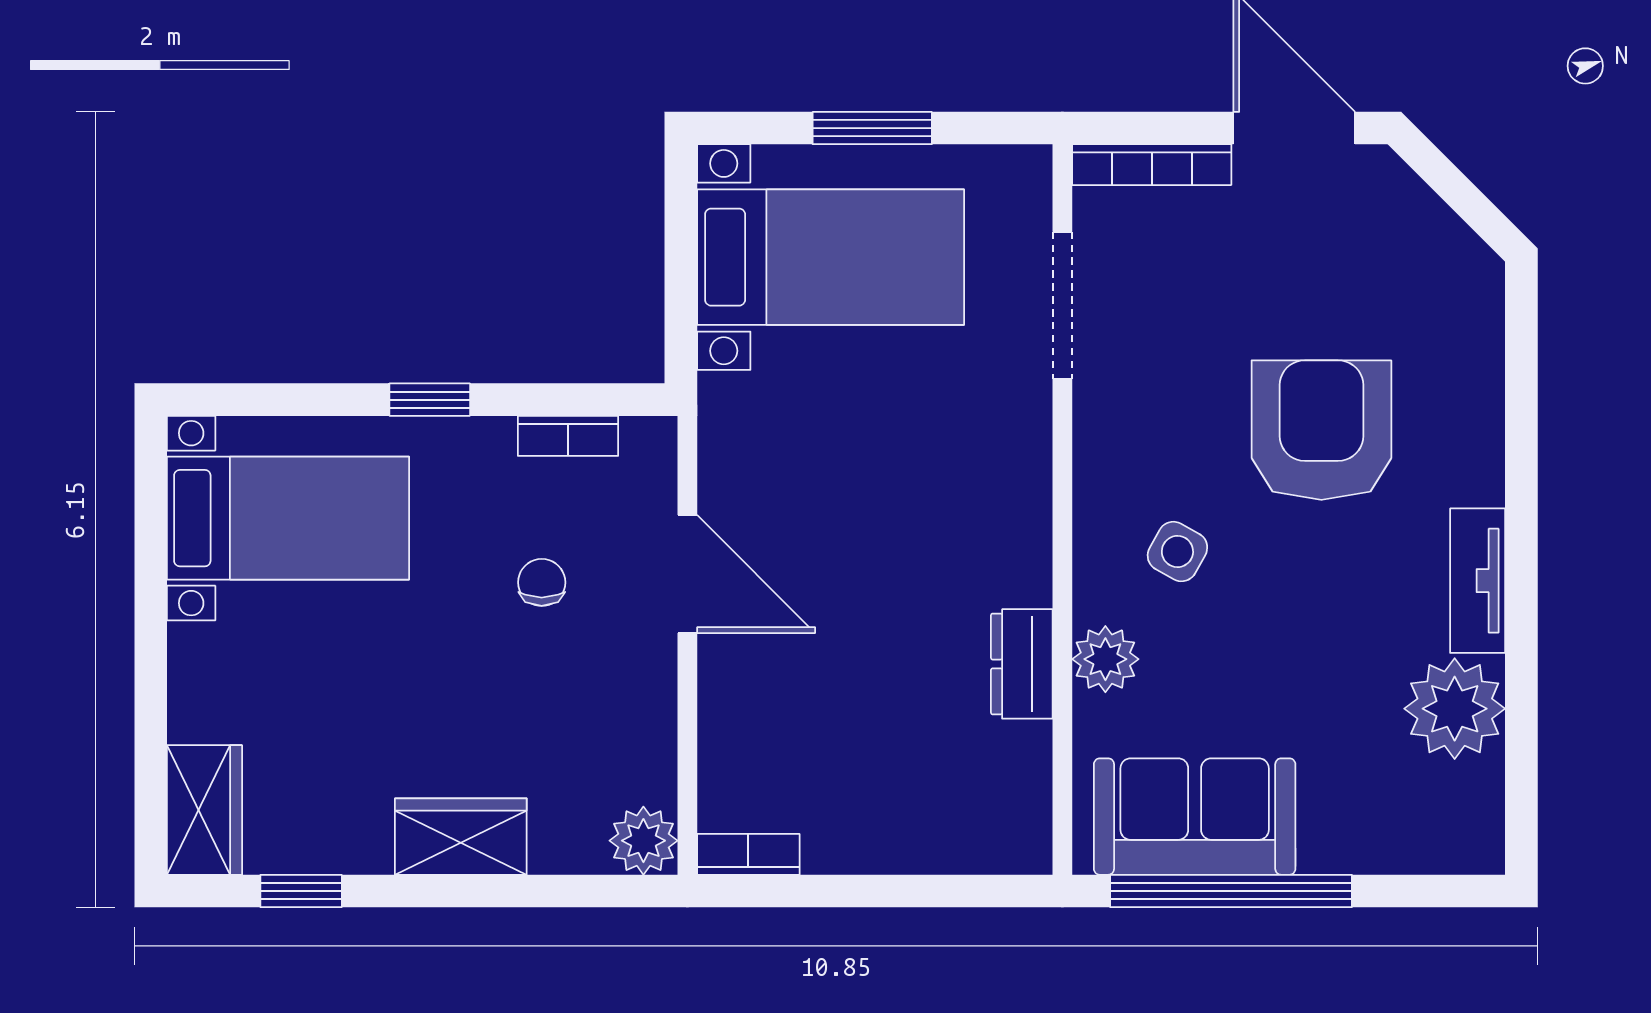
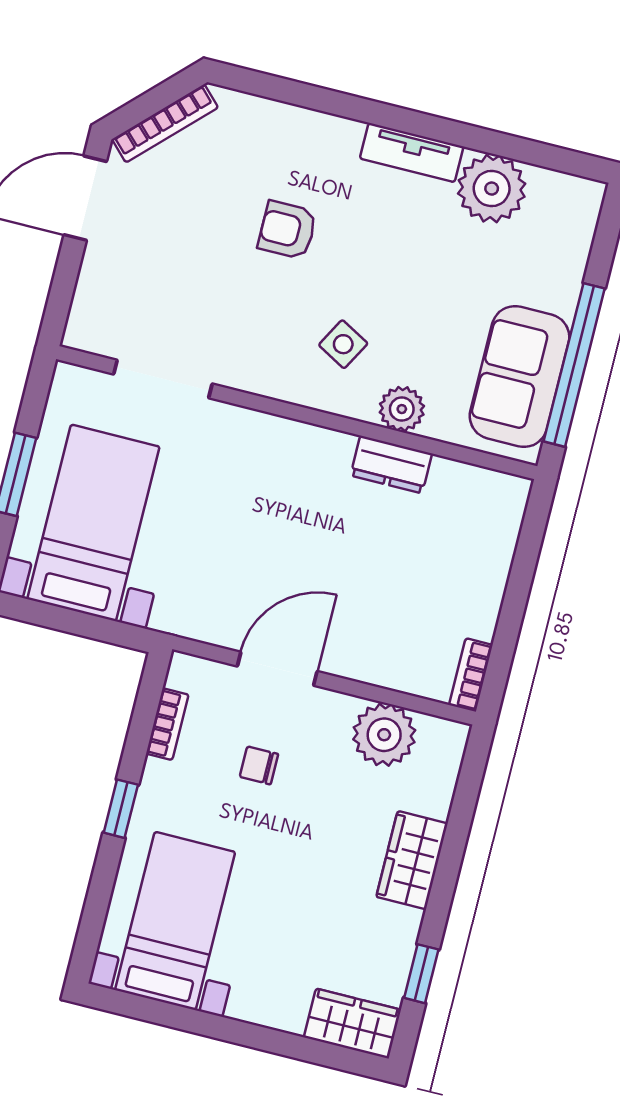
bookcase: (1152, 165) -> (165, 123), moved, turned 45
armchair: (1321, 430) -> (287, 230), width x0.53, depth x0.53
plant: (643, 841) -> (384, 735), moved, width x1.36, depth x1.36

